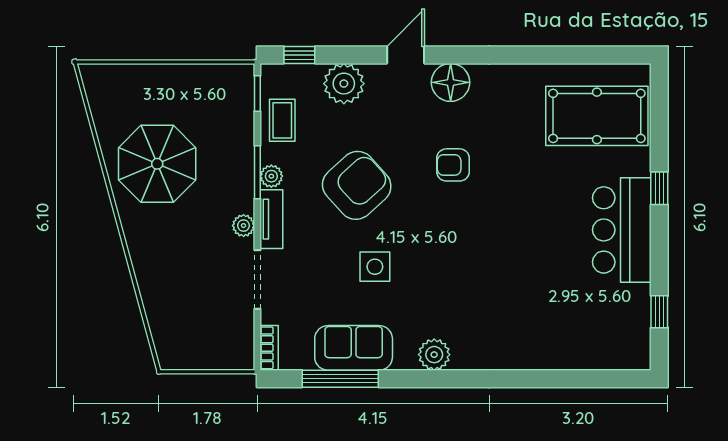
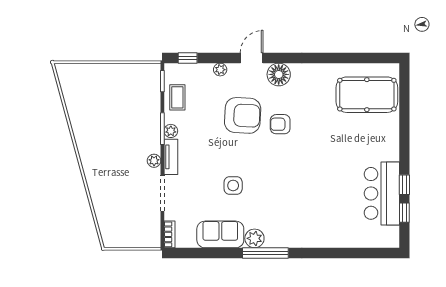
plant: (344, 84) -> (220, 70), width x0.53, depth x0.53
parasol: (157, 164) -> (102, 124), removed
armchair: (357, 185) -> (243, 115), moved, turned 45
window: (659, 188) -> (404, 185), moved
bar counter: (622, 230) -> (382, 193), moved
plant: (434, 355) -> (254, 238), moved
window: (340, 379) -> (265, 253), moved

